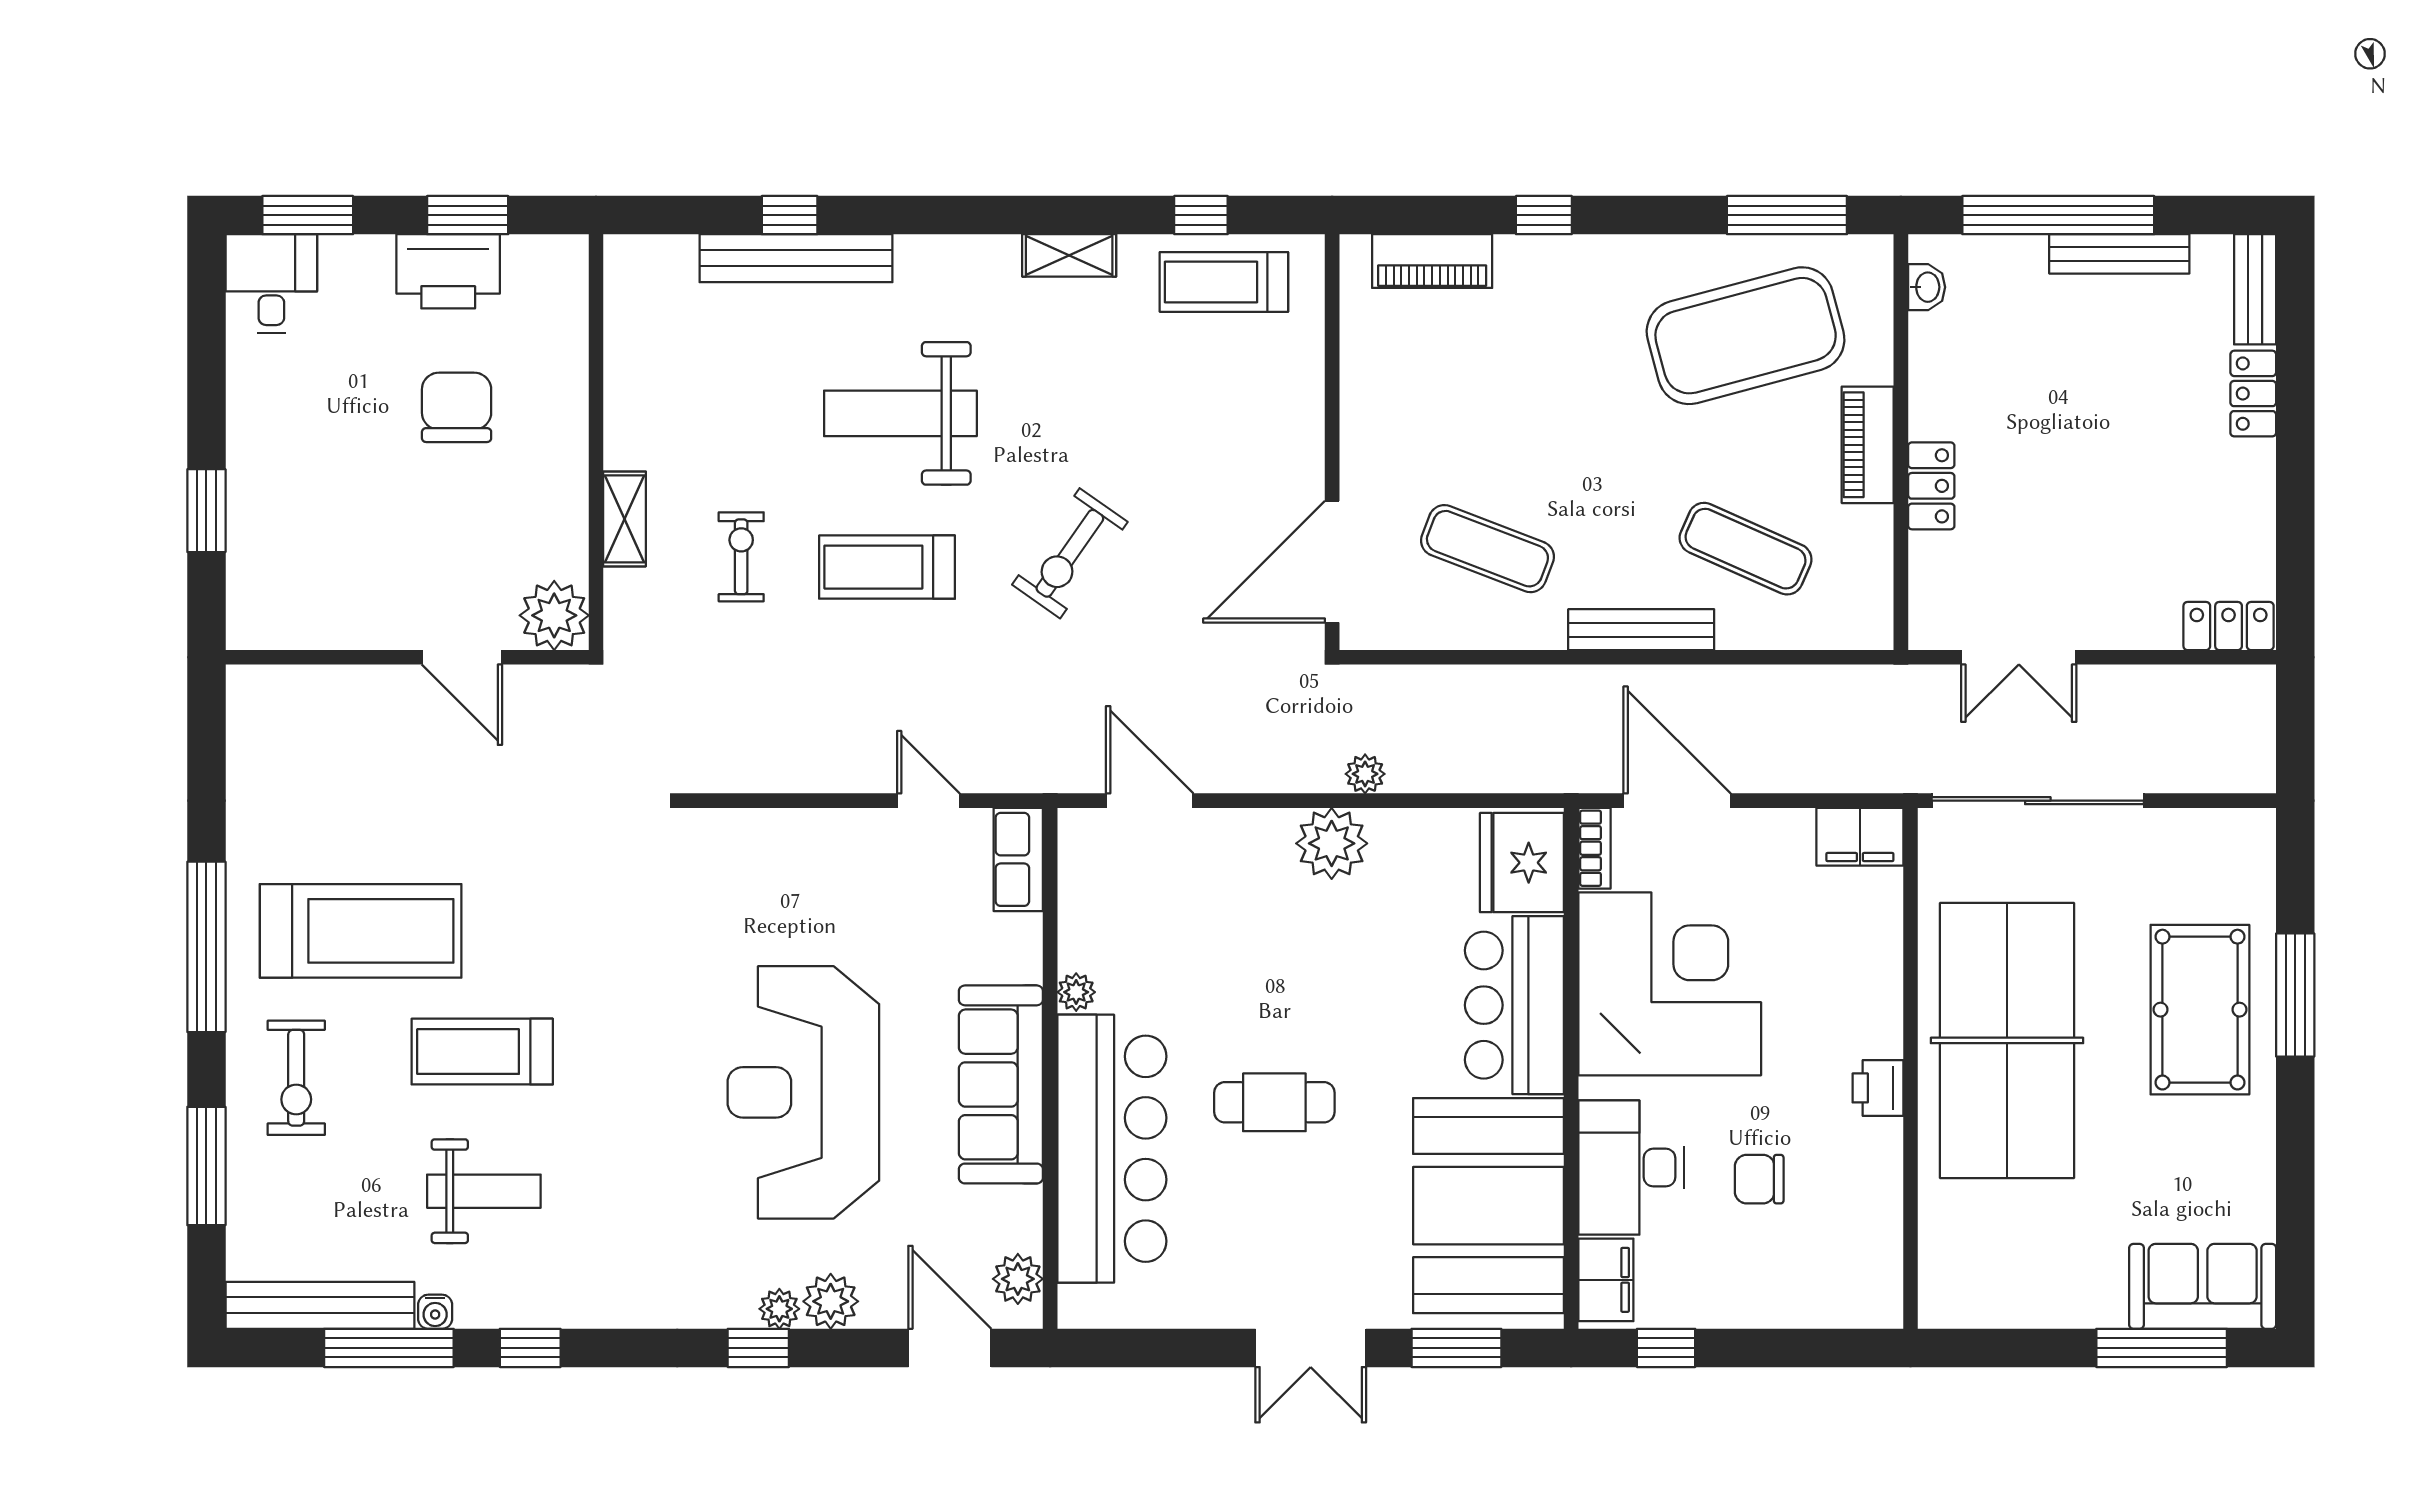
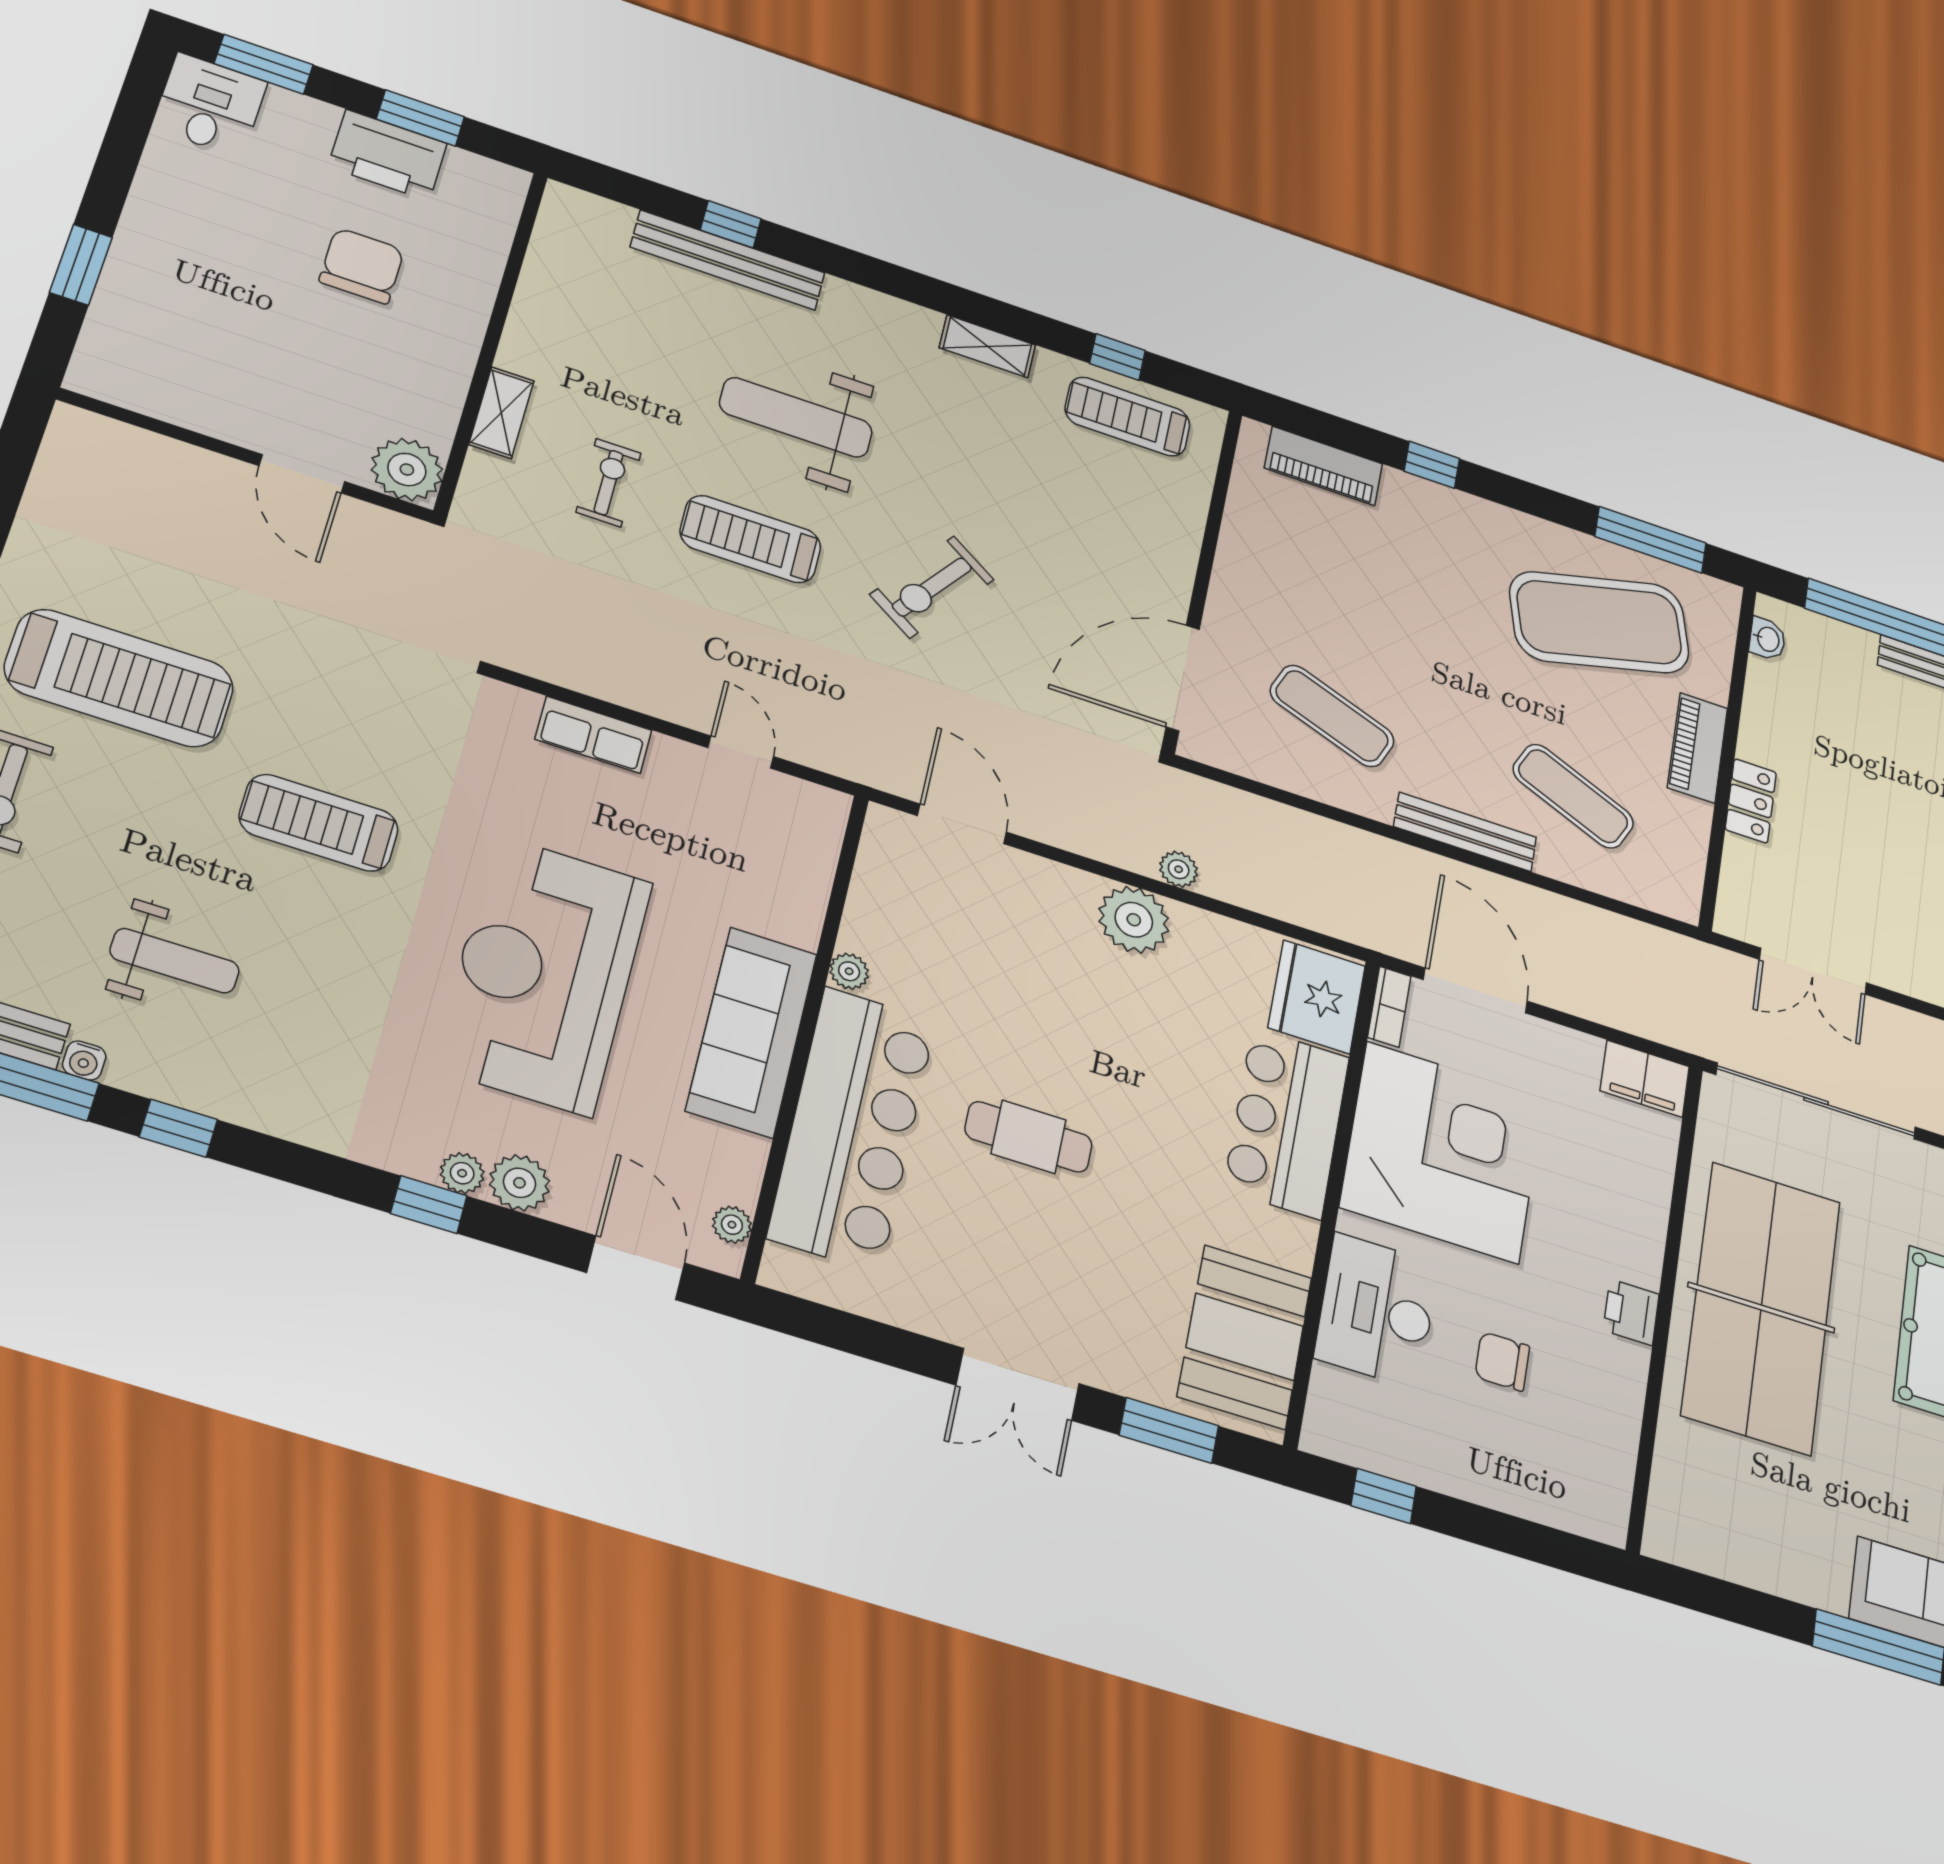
row of seats: (1018, 859) -> (593, 735), moved, turned -90
treadmill: (482, 1052) -> (319, 823), moved
booth: (1488, 1206) -> (1245, 1337), width x0.73, depth x0.70
plant: (1018, 1279) -> (732, 1225), width x0.73, depth x0.73
filing cabinet: (1606, 1280) -> (1333, 1411), removed

